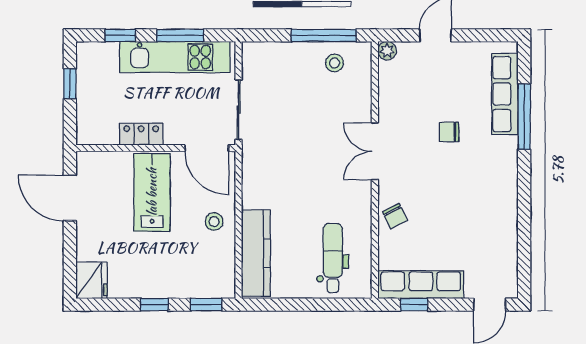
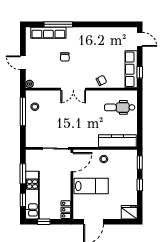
kitchen unit: (175, 57) -> (32, 195), moved
locker: (141, 134) -> (66, 210), moved
lab bench: (152, 192) -> (91, 186), turned 180

